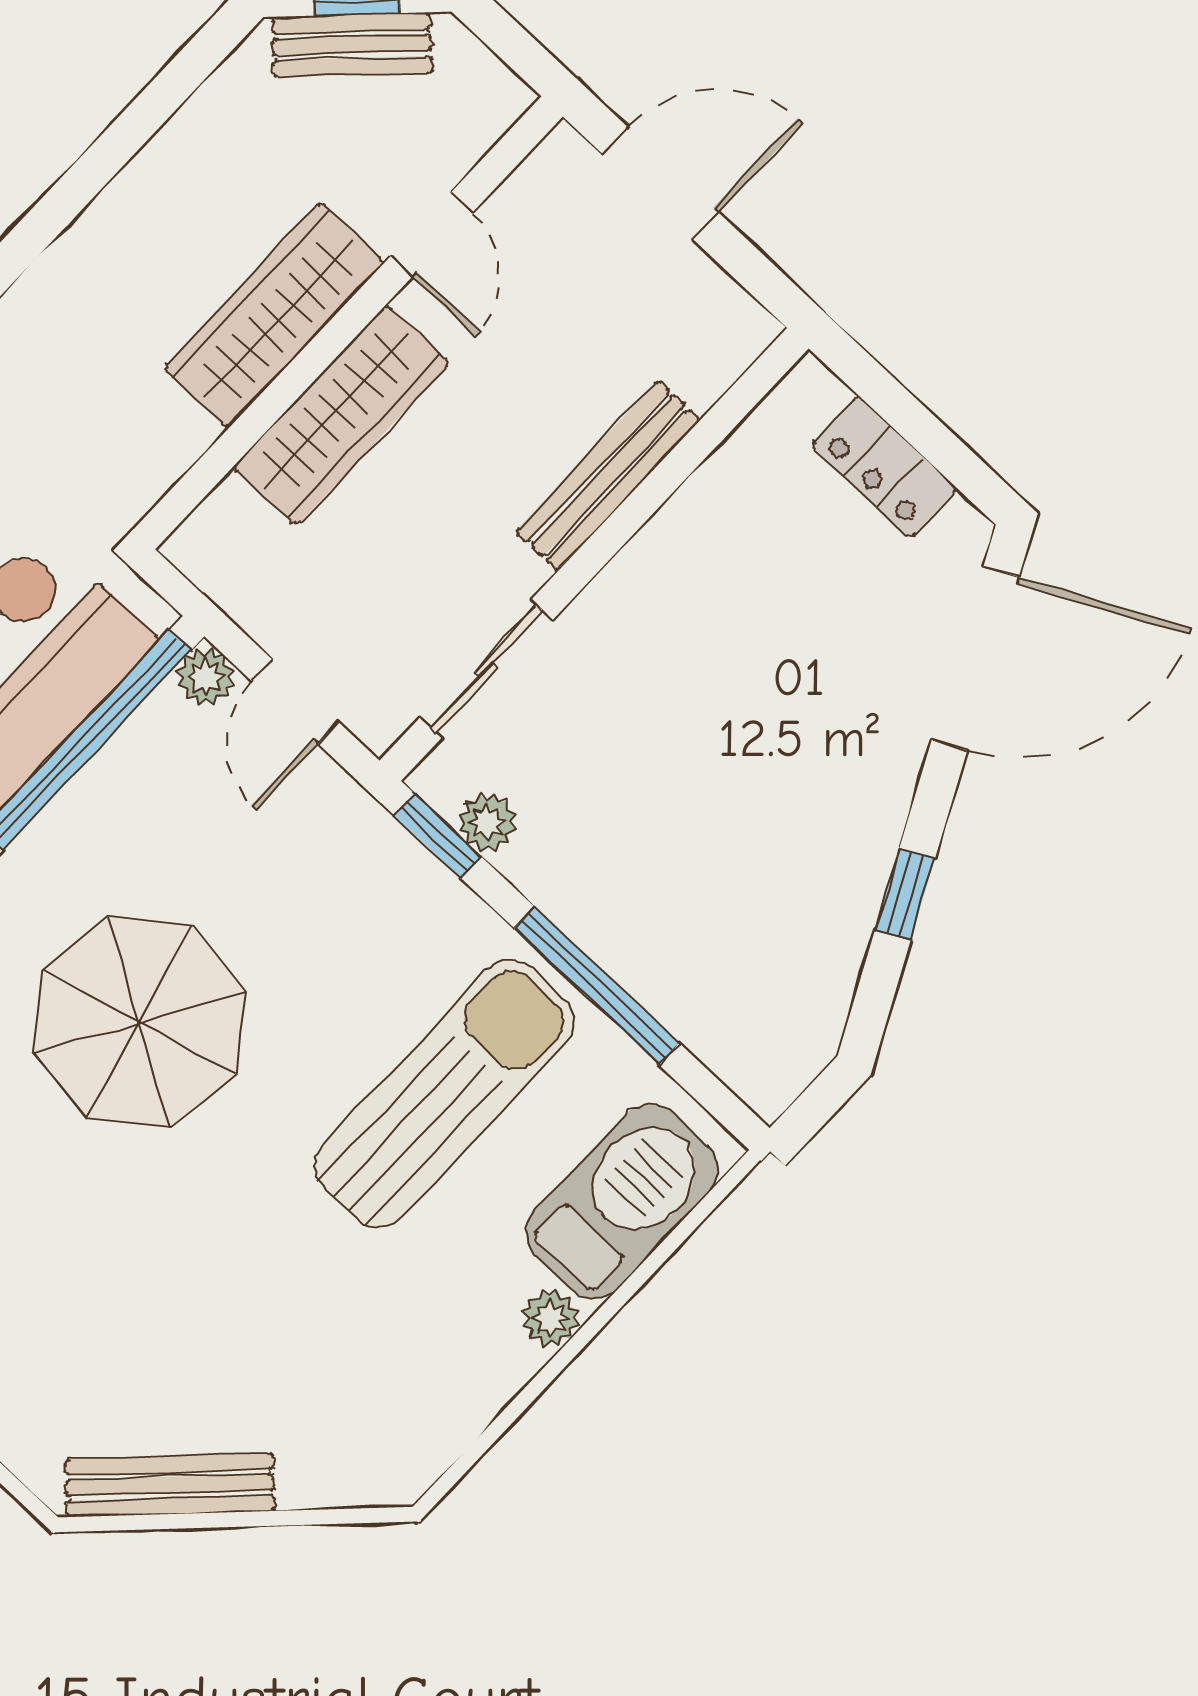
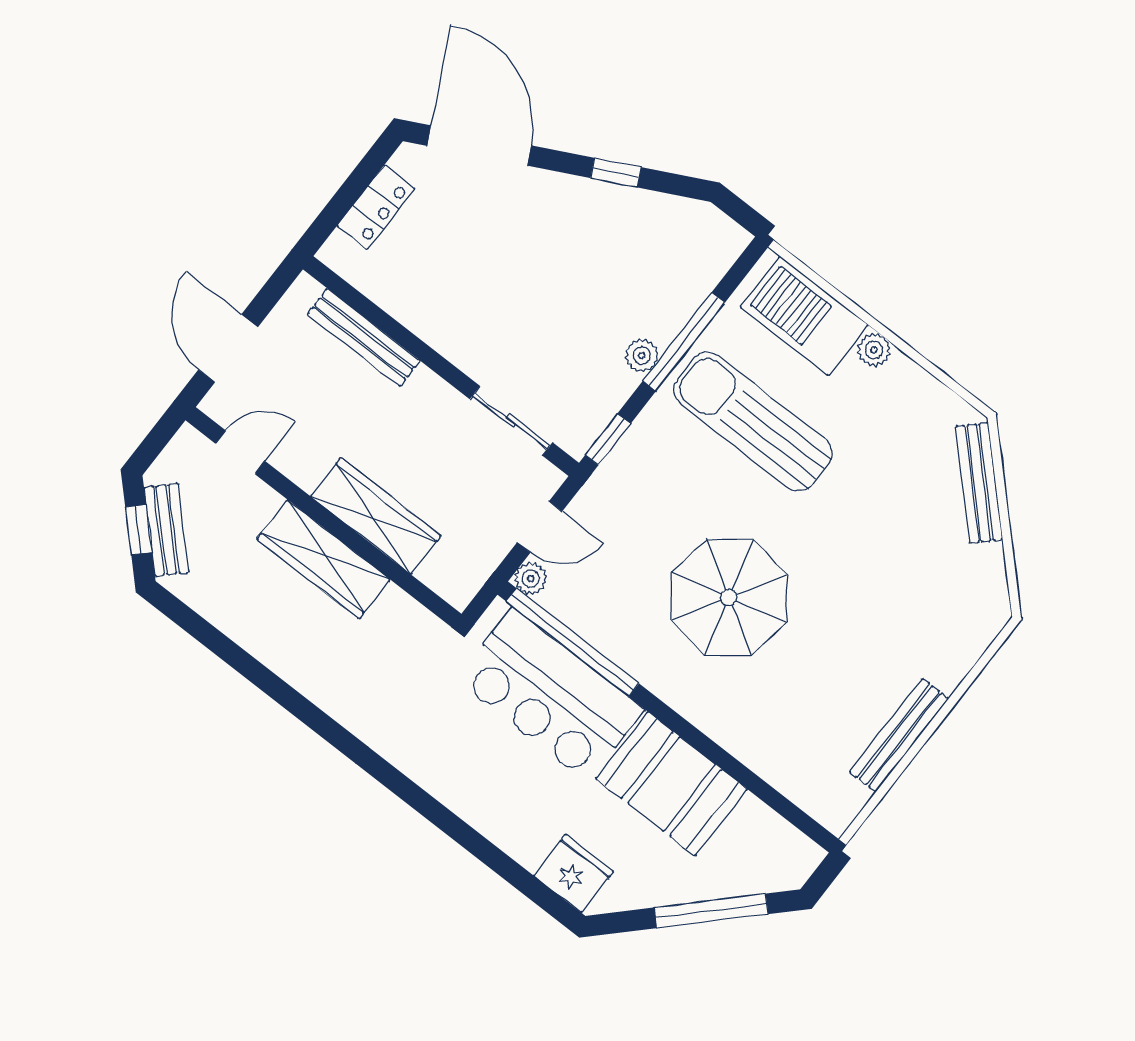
door: (432, 234) -> (240, 452), moved
bench: (608, 476) -> (364, 337), moved
plant: (487, 822) -> (642, 355), moved
bench: (170, 1485) -> (979, 483), moved

